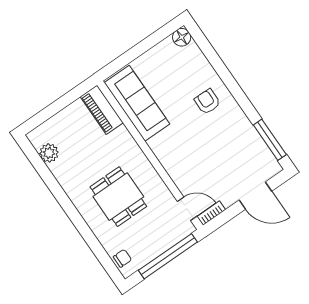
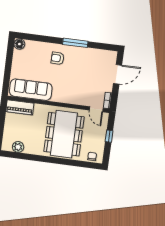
window: (270, 140) -> (75, 43), moved
dining table: (118, 197) -> (64, 134), width x1.88, depth x1.24
door: (187, 209) -> (96, 109), swing flipped
window: (168, 256) -> (109, 136), width x0.32

